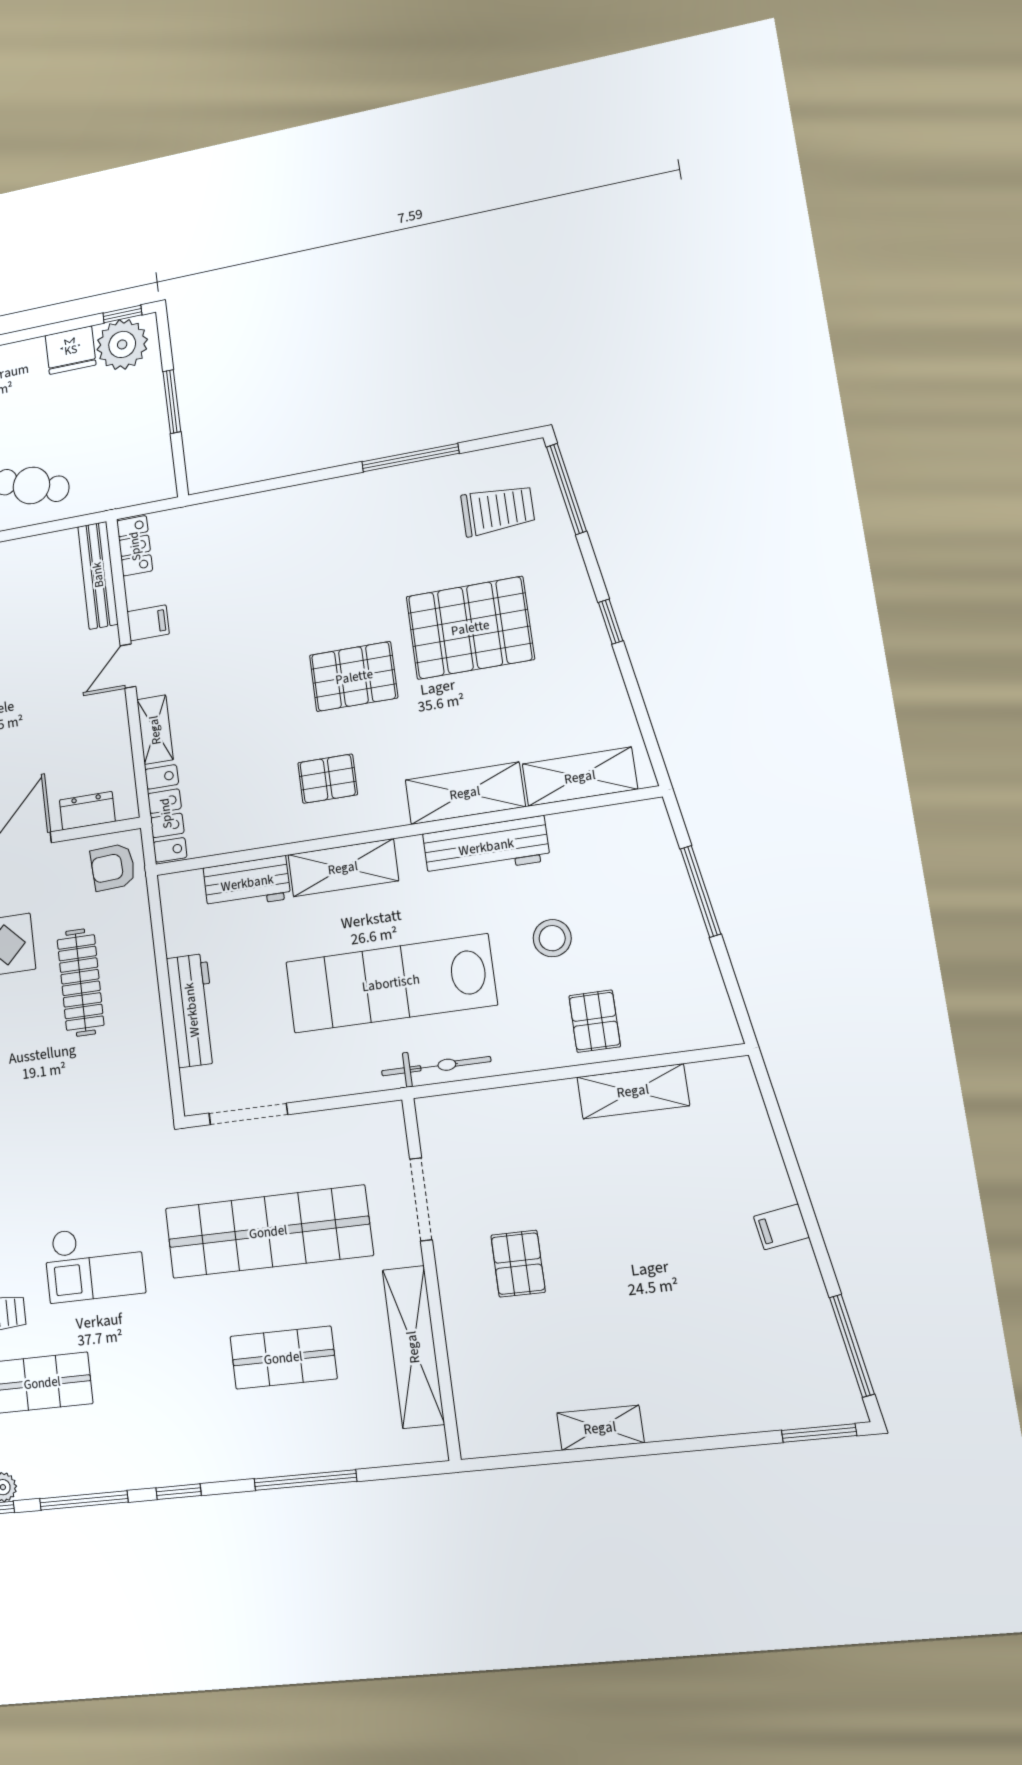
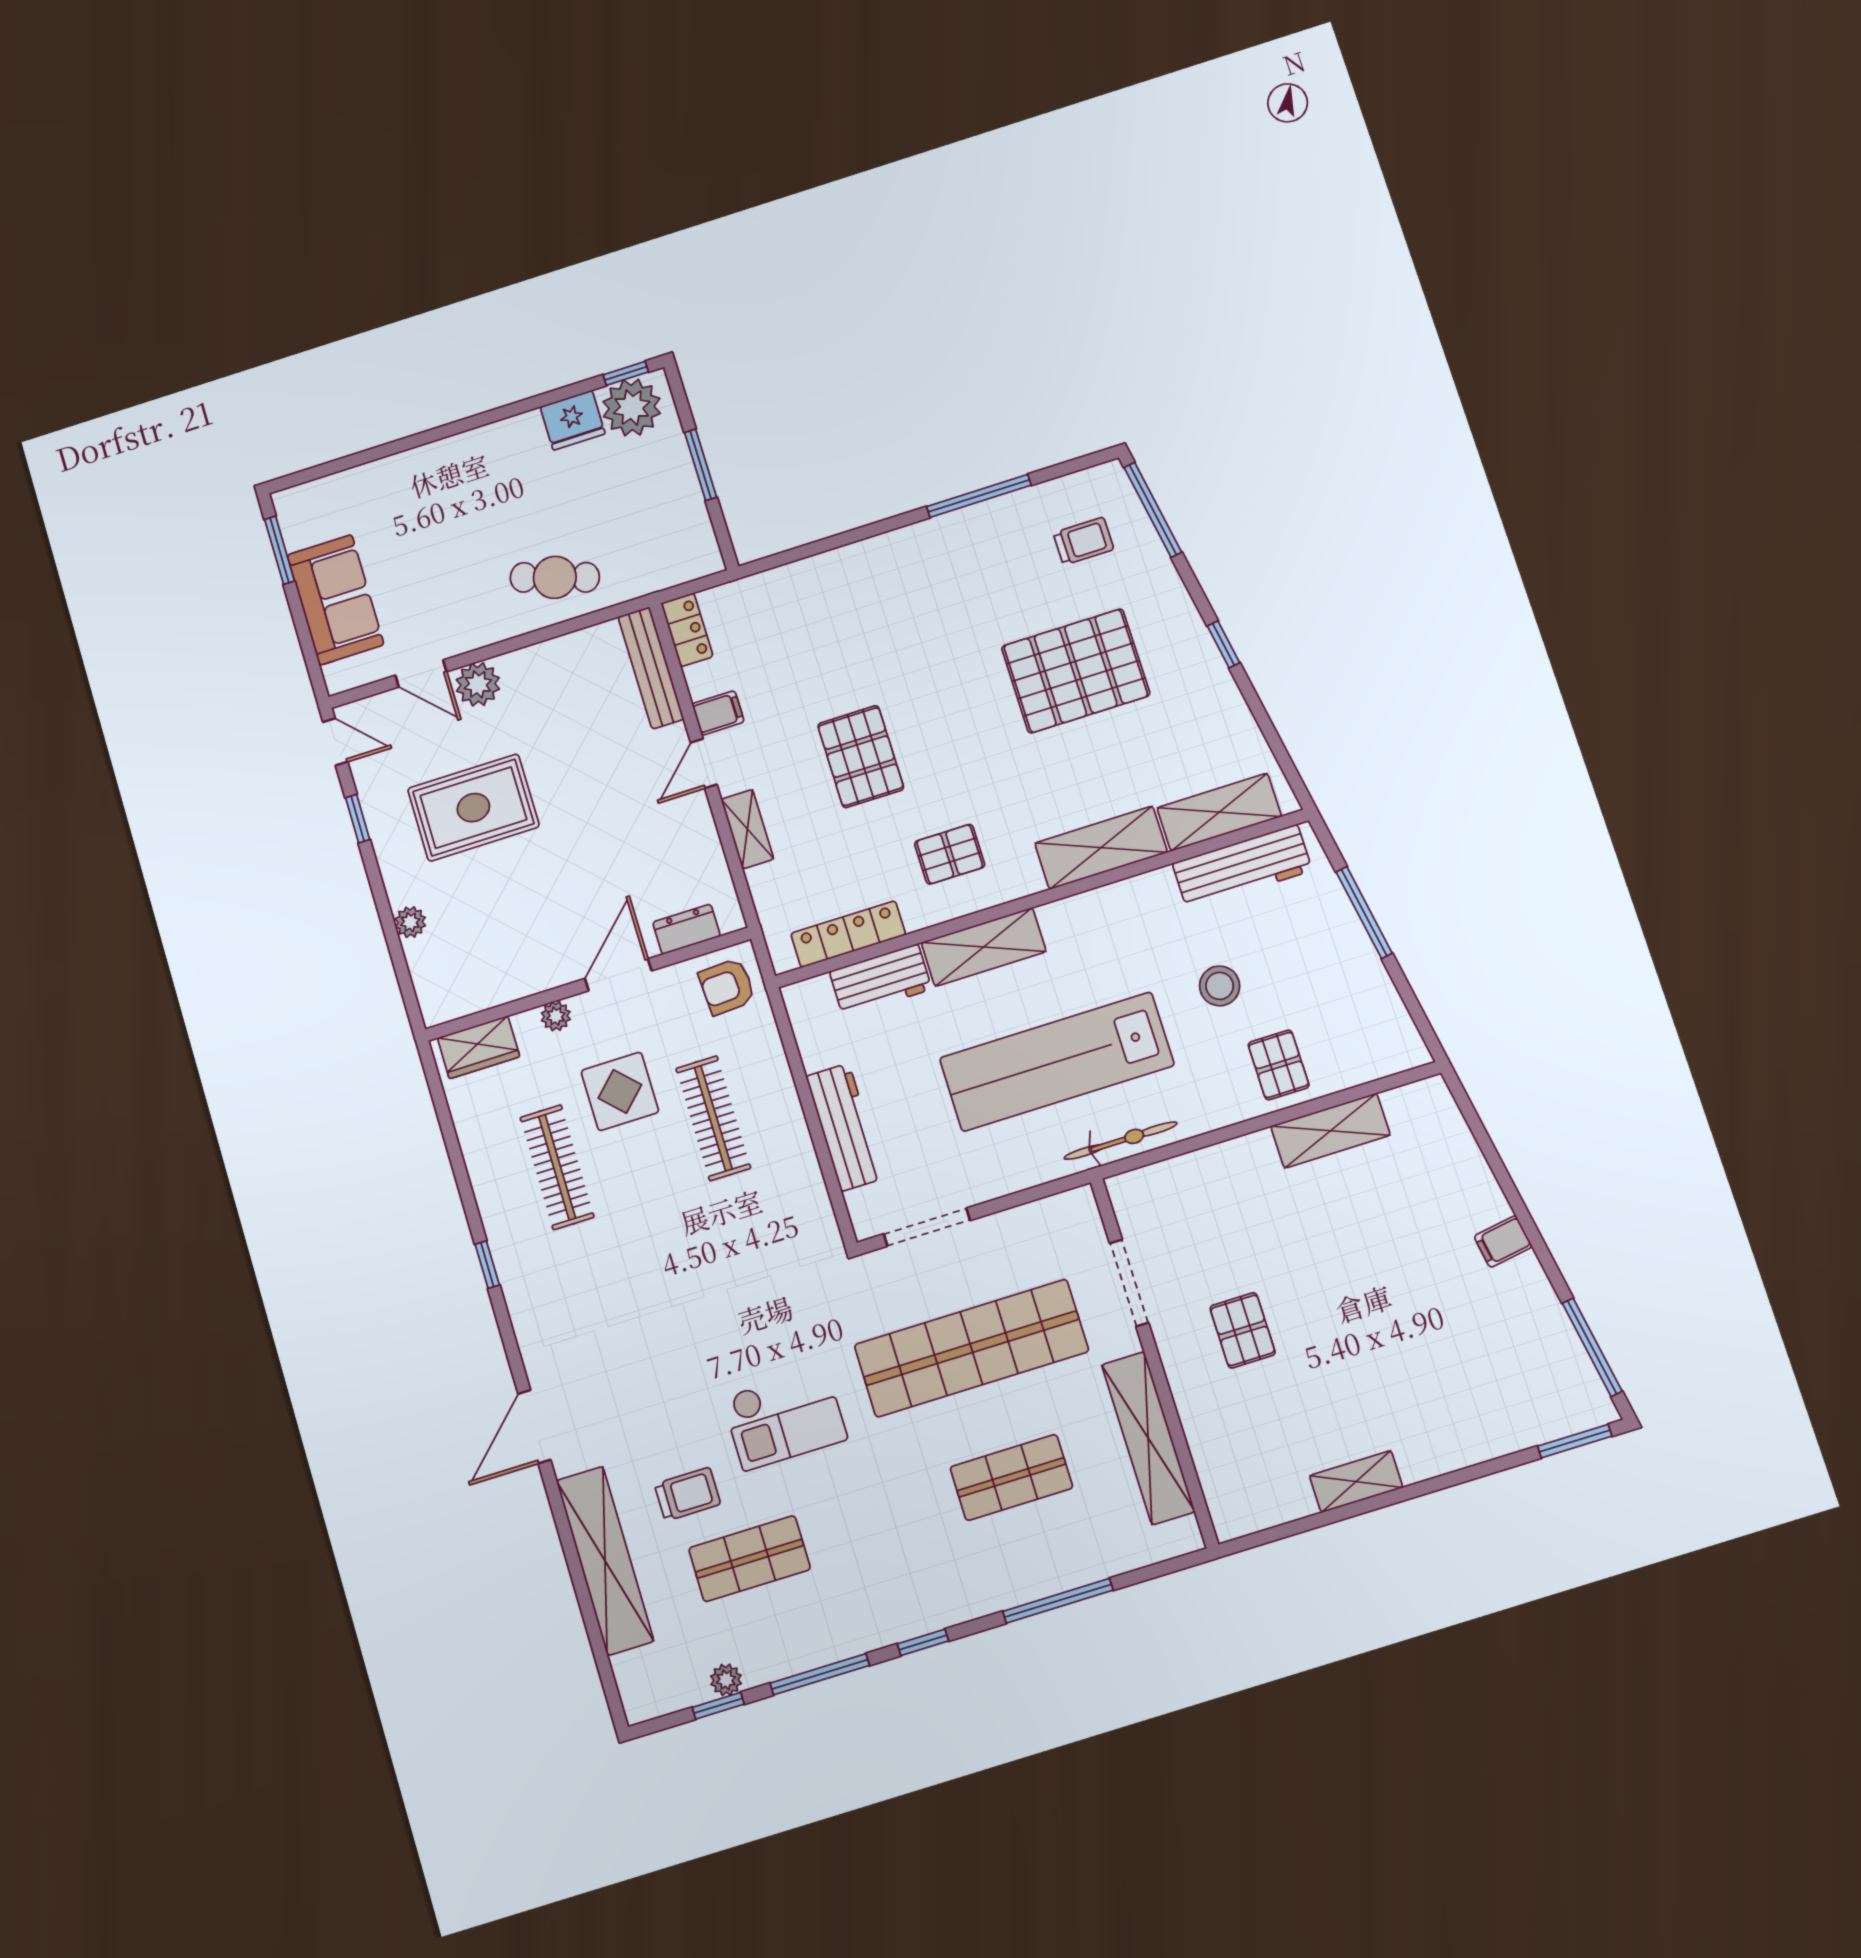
trolley: (498, 510) -> (1083, 541), width x0.73, depth x0.72
pallet: (354, 677) -> (861, 757), moved, turned 90
locker: (166, 813) -> (848, 934), moved, turned -90
workbench: (486, 847) -> (1242, 867), moved

